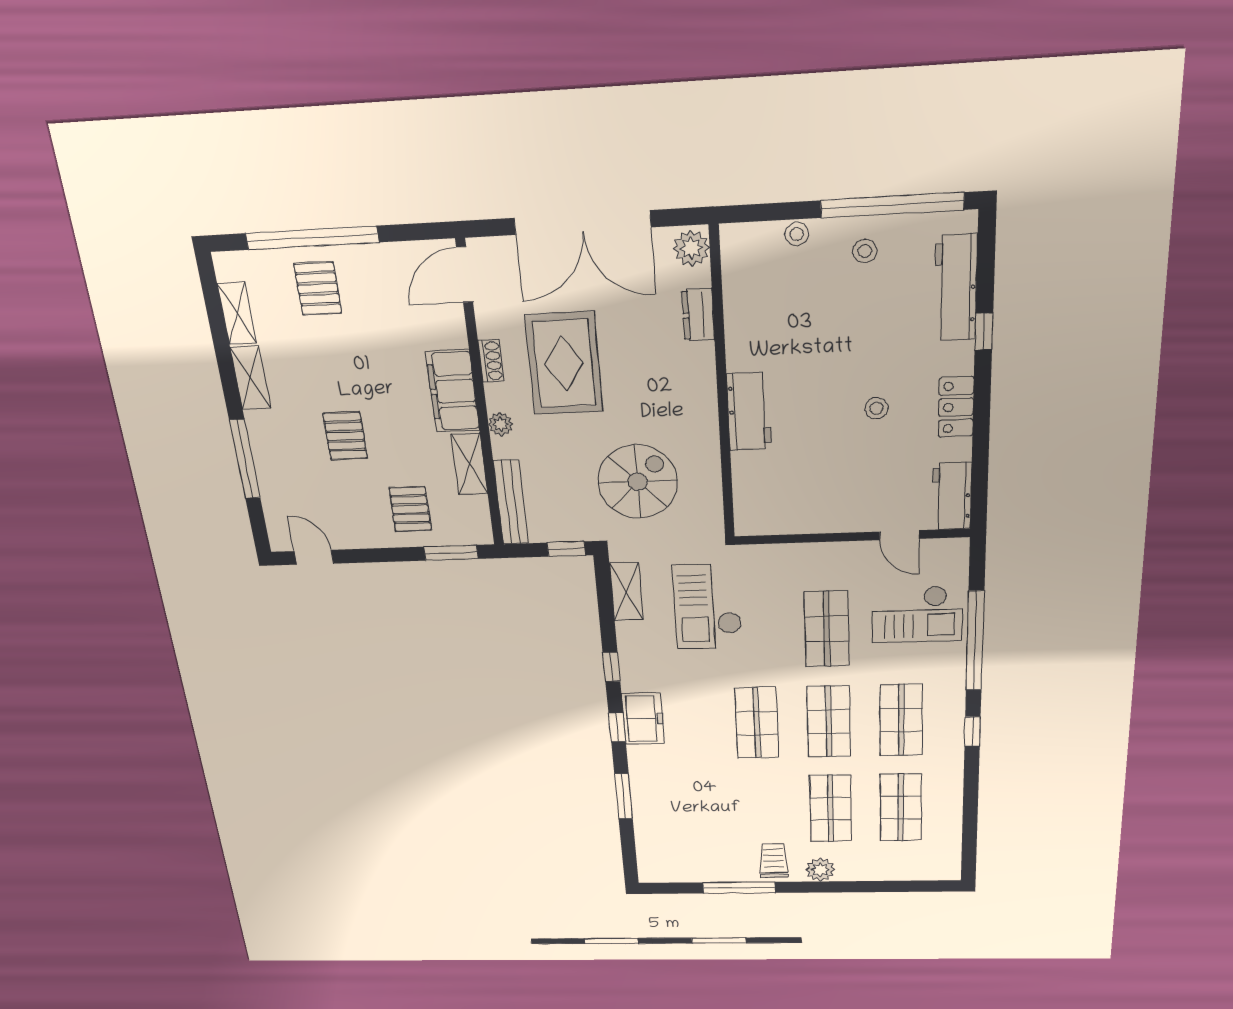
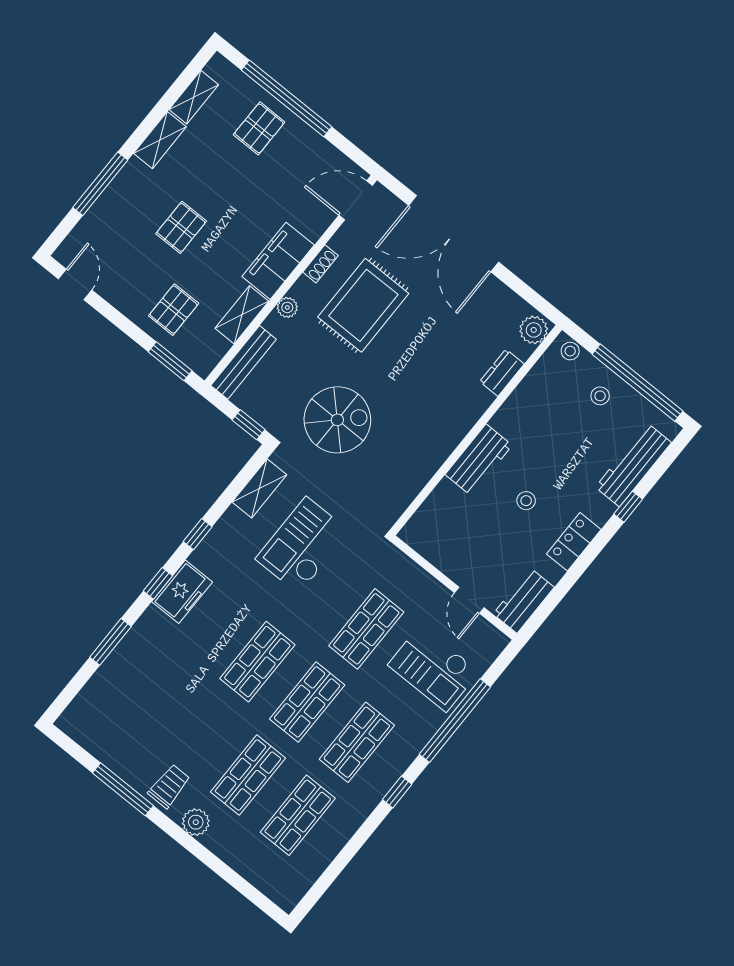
plant: (691, 248) -> (534, 330), moved
dresser: (698, 315) -> (502, 373), moved
wall: (722, 388) -> (476, 430), moved
workbench: (749, 412) -> (479, 460), moved

